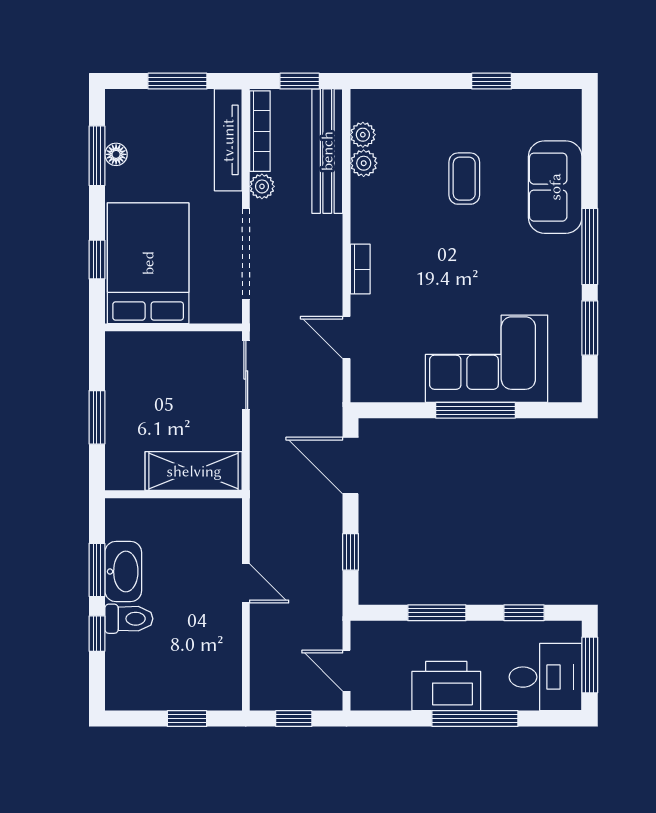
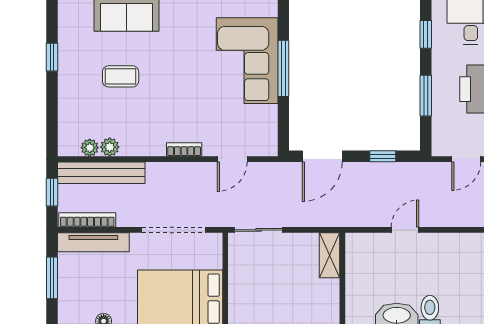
plant: (262, 186) -> (126, 219), removed
shelving: (194, 471) -> (329, 255), width x0.67, depth x0.75

